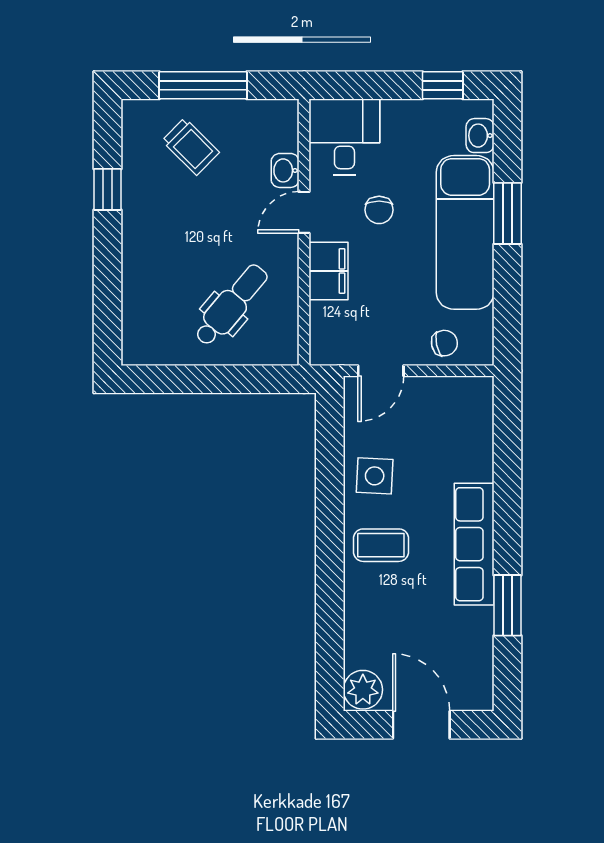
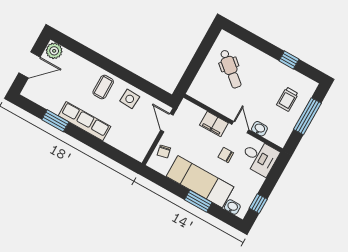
trolley: (191, 147) -> (288, 99), turned -45
dental chair: (231, 305) -> (230, 69), moved

